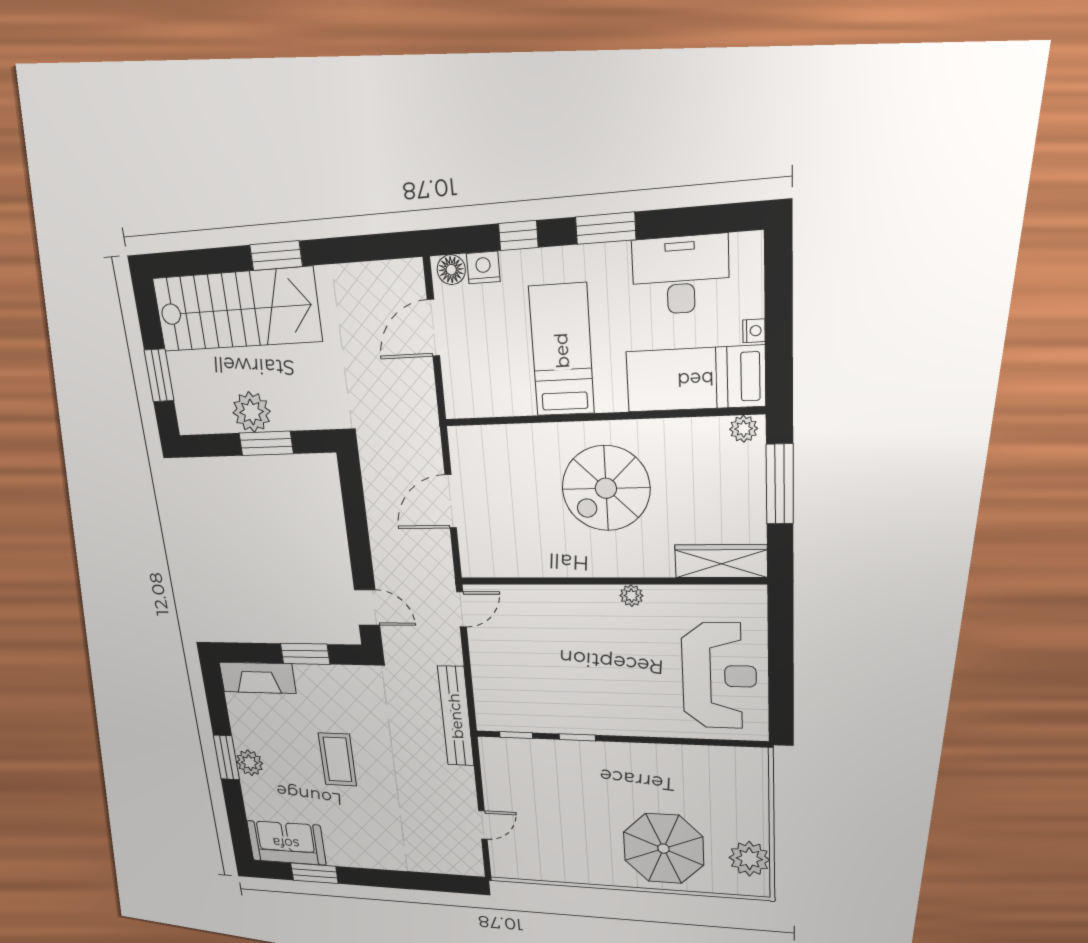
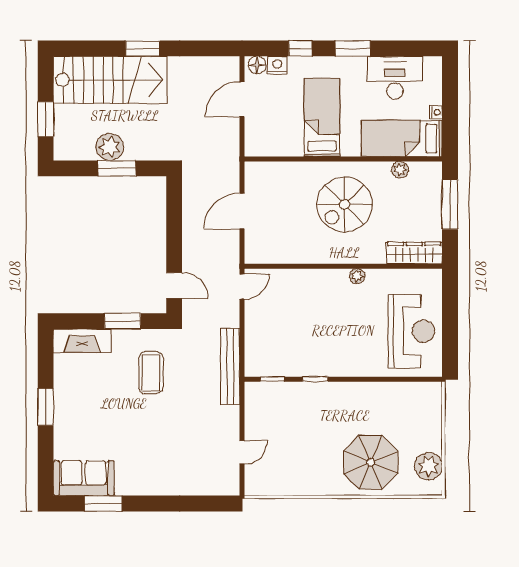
plant: (744, 429) -> (400, 170), moved
coffee table: (337, 759) -> (151, 373), moved
plant: (250, 763) -> (64, 411), removed

